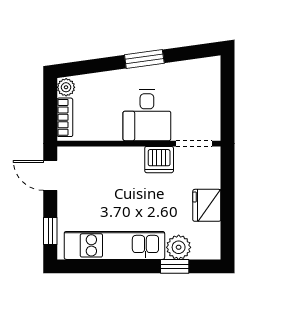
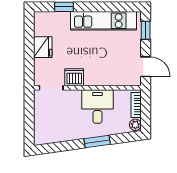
window: (144, 59) -> (97, 142), moved
desk: (147, 115) -> (97, 106), moved
plant: (179, 247) -> (61, 20), removed

